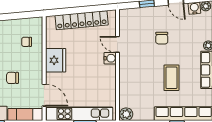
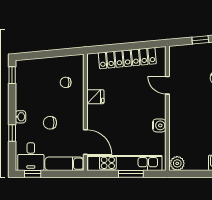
water cooler: (110, 58) -> (159, 125), moved
fridge: (56, 60) -> (95, 97), width x0.53, depth x0.75

